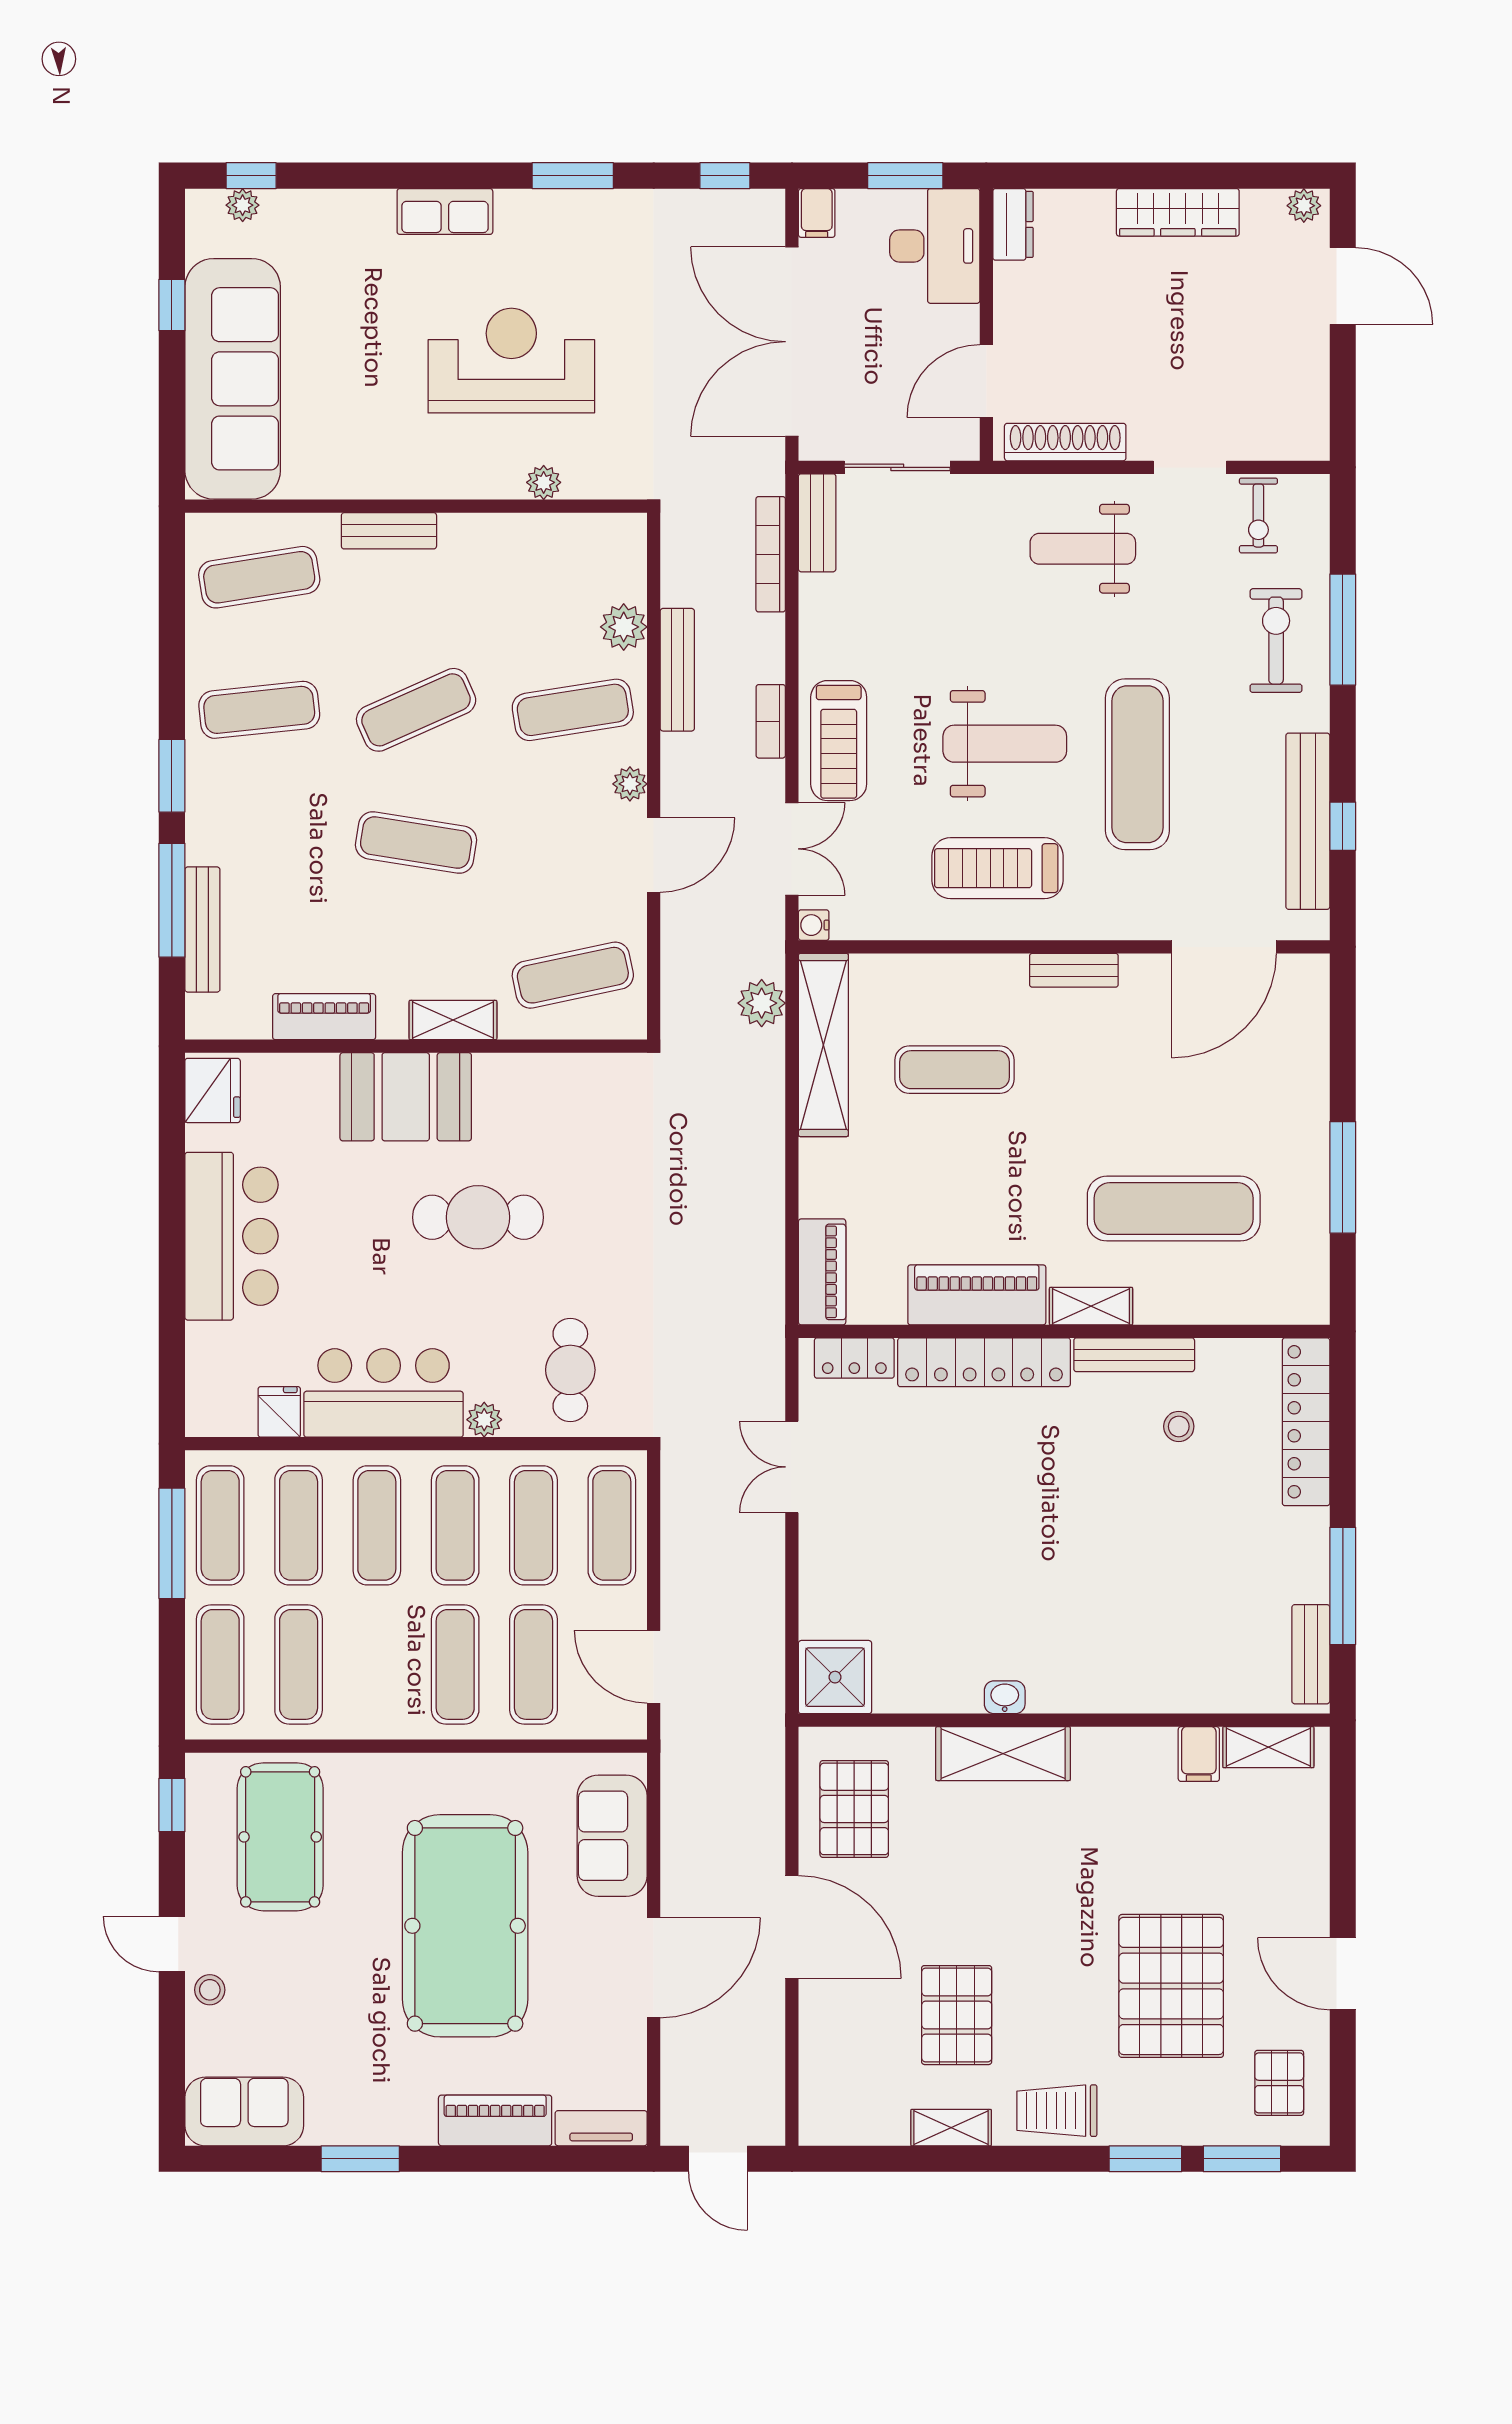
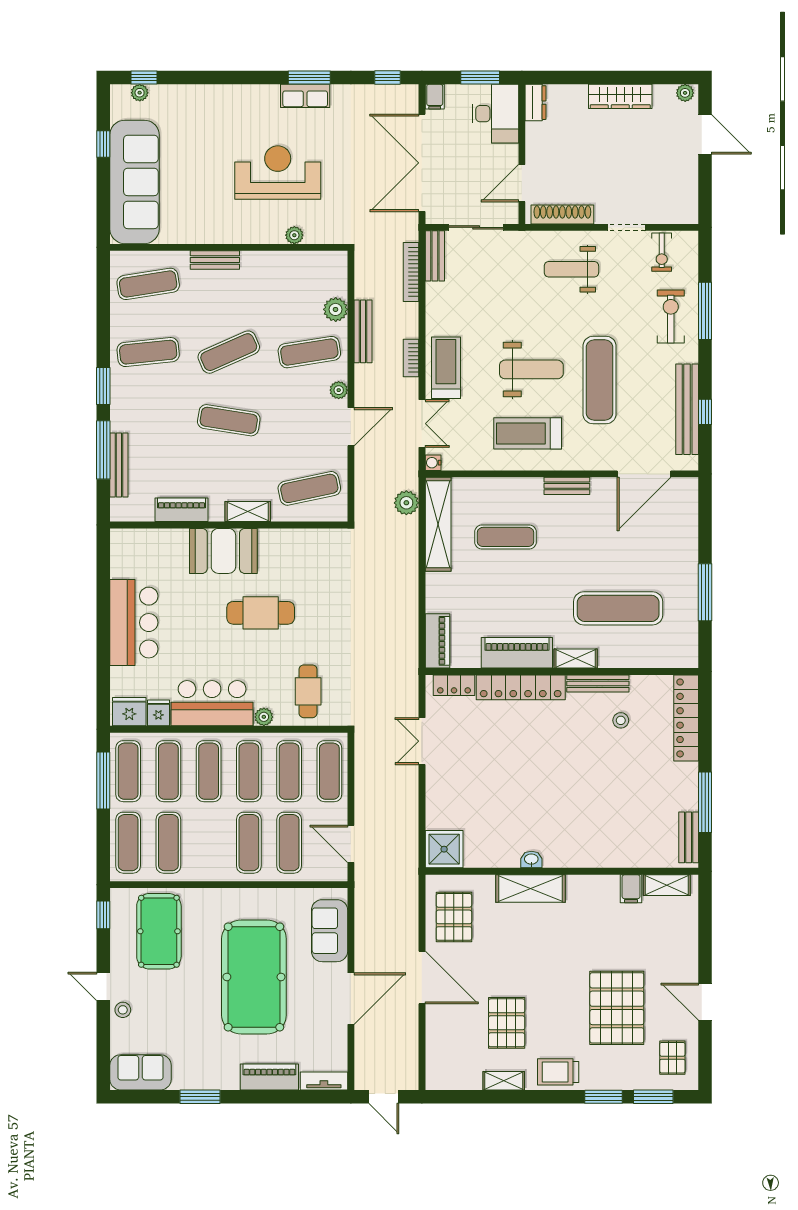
row of seats: (445, 211) -> (305, 96), moved
treadmill: (839, 741) -> (446, 368), turned 180
fridge: (213, 1090) -> (129, 712), moved, turned -90

